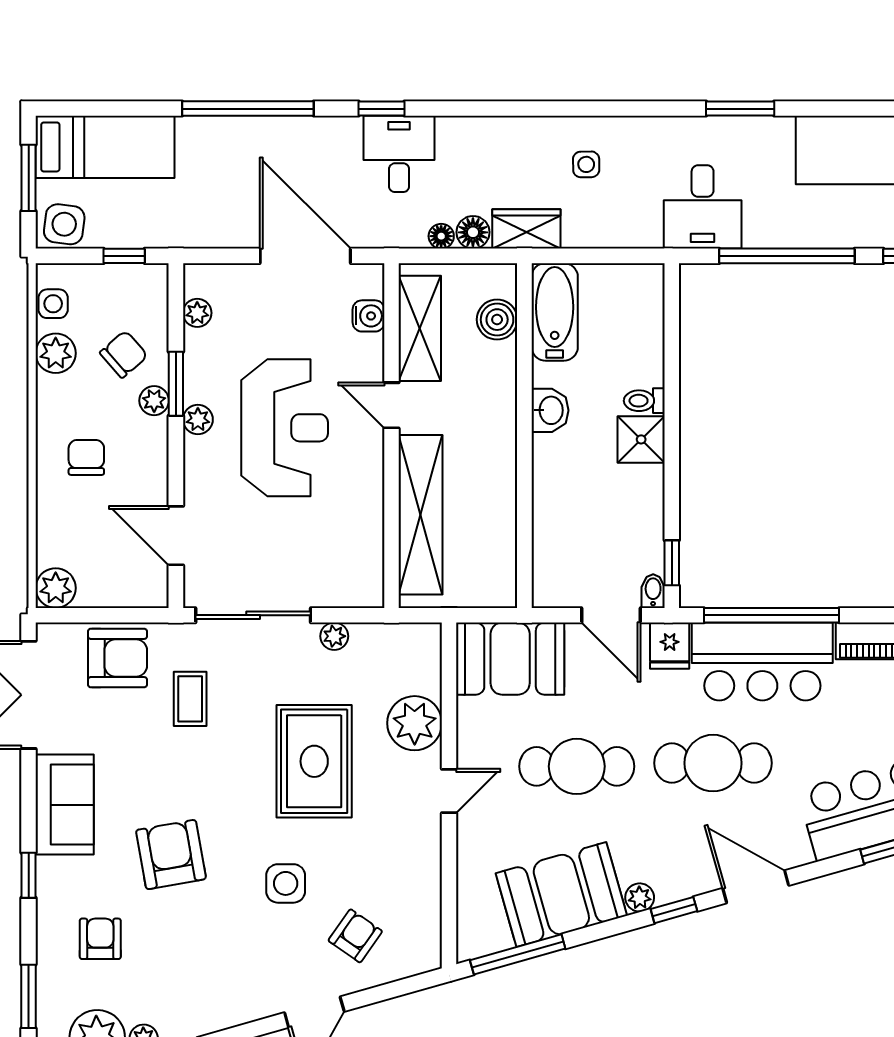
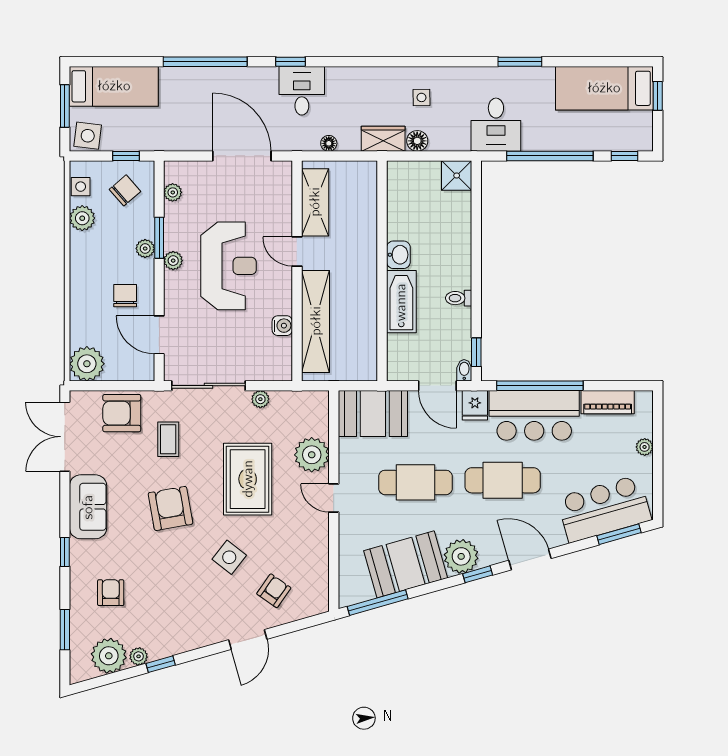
floor lamp: (473, 232) -> (417, 141), moved
bathtub: (555, 312) -> (401, 302), moved
water cooler: (368, 316) -> (282, 326), moved
boiler: (497, 320) -> (365, 197), removed
chair: (124, 354) -> (125, 190), moved
toilet: (644, 401) -> (459, 298), moved
shower: (641, 439) -> (457, 176), moved
chair: (86, 457) -> (125, 296), moved
plant: (56, 588) -> (87, 364), width x1.36, depth x1.36
armchair: (117, 658) -> (122, 413), turned 180
door: (449, 791) -> (334, 498), swing flipped
armchair: (171, 855) -> (170, 508), moved
side table: (286, 883) -> (229, 557), turned 38
plant: (640, 897) -> (461, 556), width x1.88, depth x1.88

